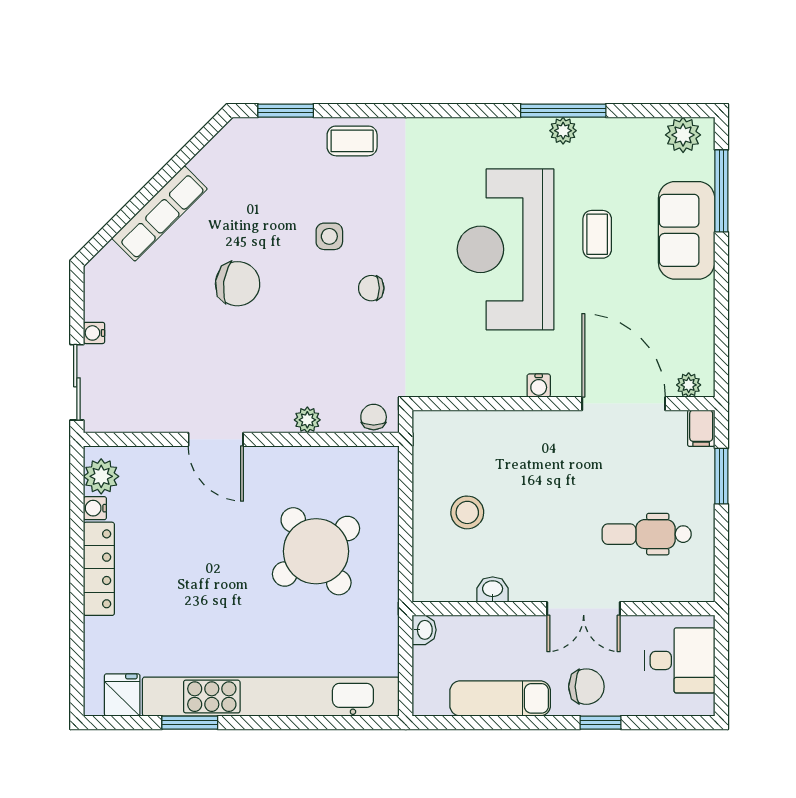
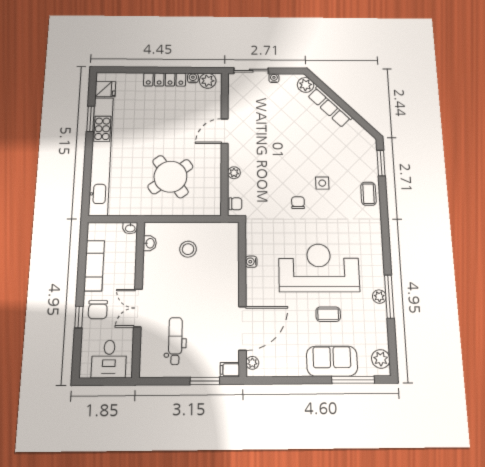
plant: (109, 265) -> (306, 85), added
chair: (238, 284) -> (298, 141), removed
water cooler: (539, 386) -> (251, 262), moved
washbasin: (493, 589) -> (150, 243), moved

